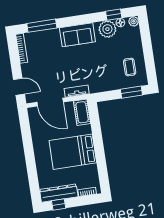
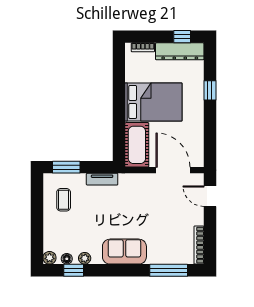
plant: (107, 29) -> (85, 258), width x0.53, depth x0.53
tv unit: (77, 91) -> (102, 179), moved
cot: (82, 112) -> (137, 145), width x1.37, depth x1.34
window: (31, 167) -> (210, 90), added

